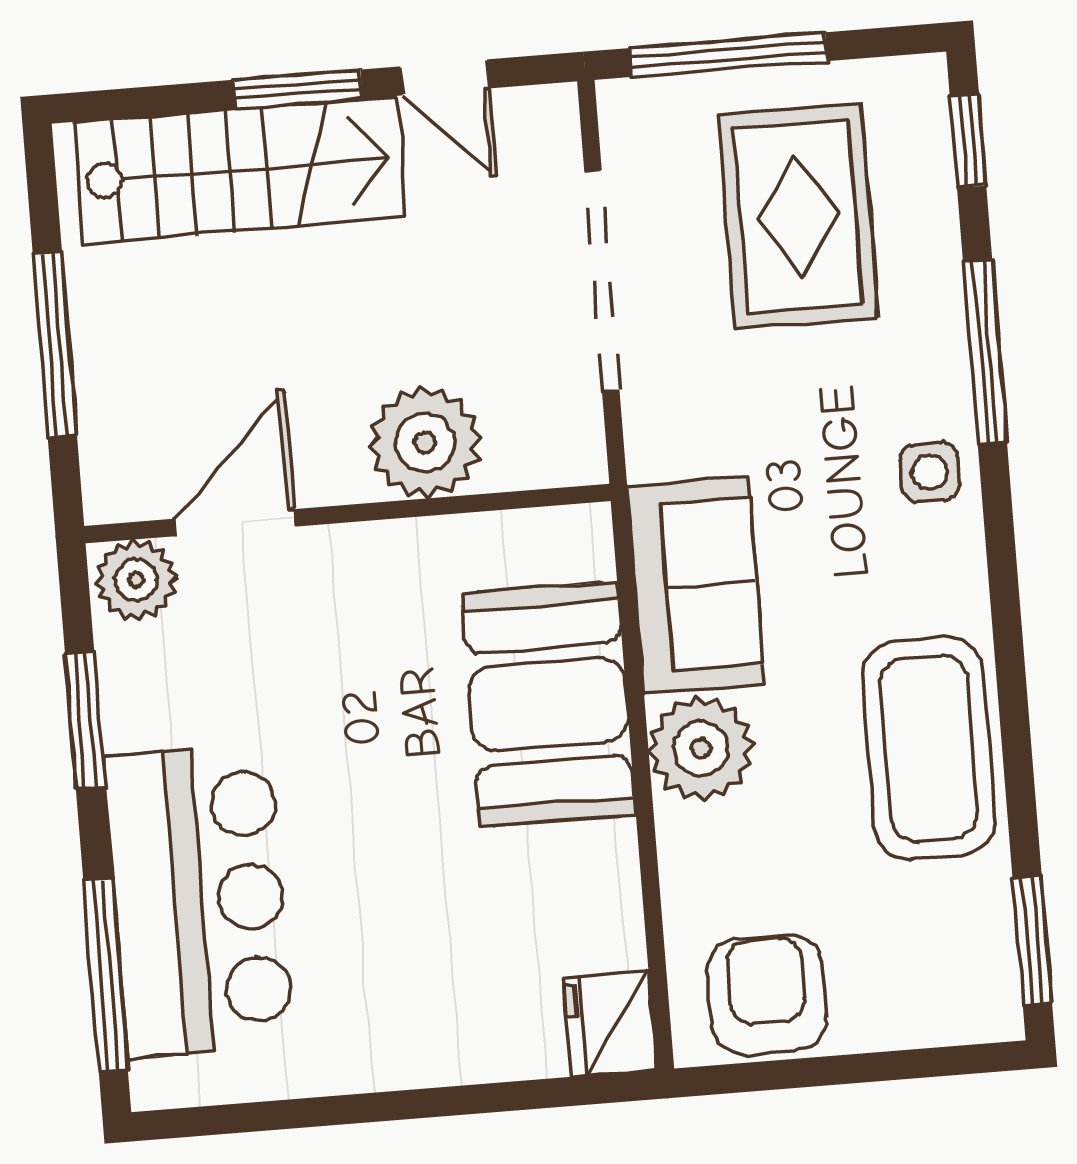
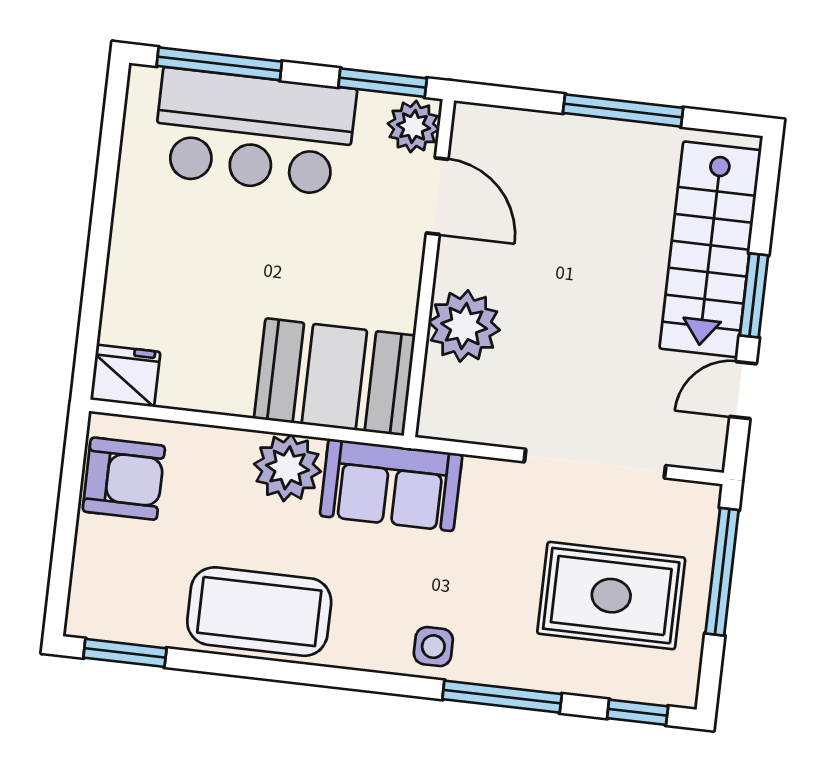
plant: (425, 442) -> (464, 326), moved
wall: (347, 514) -> (429, 268), moved
door: (235, 523) -> (437, 196), moved
plant: (136, 580) -> (413, 126), moved

